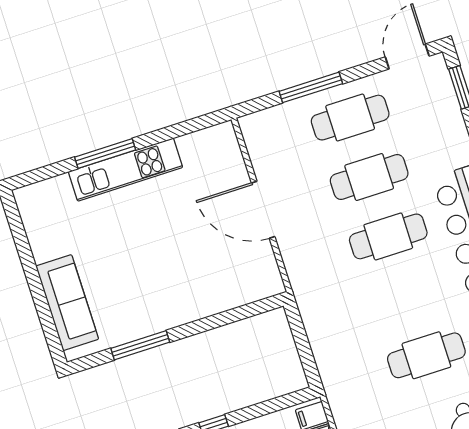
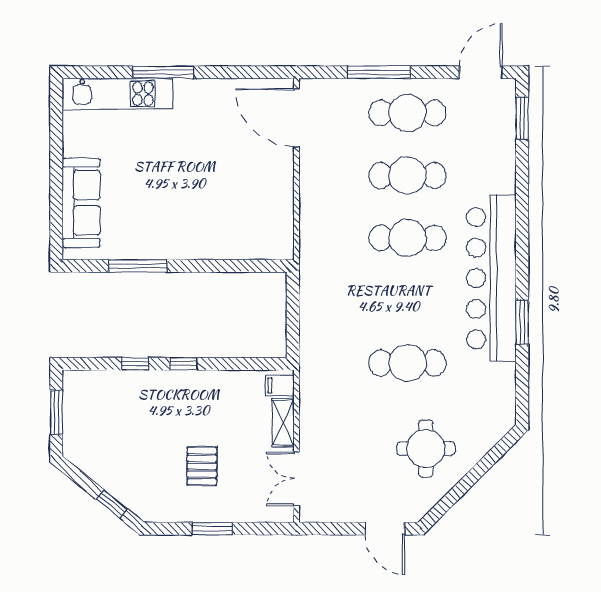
kitchen unit: (125, 170) -> (118, 94), moved
door: (263, 210) -> (296, 118), moved

